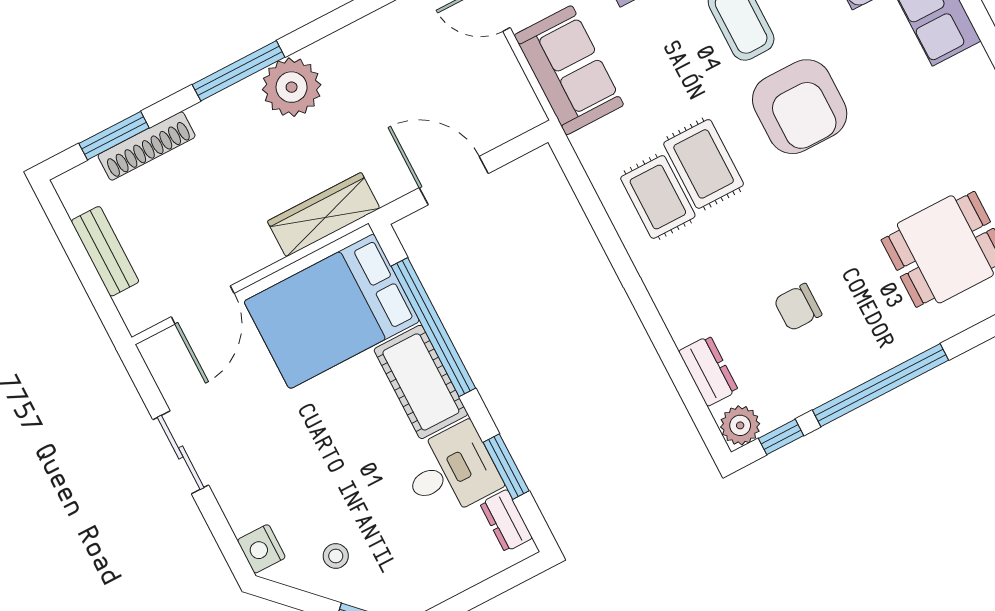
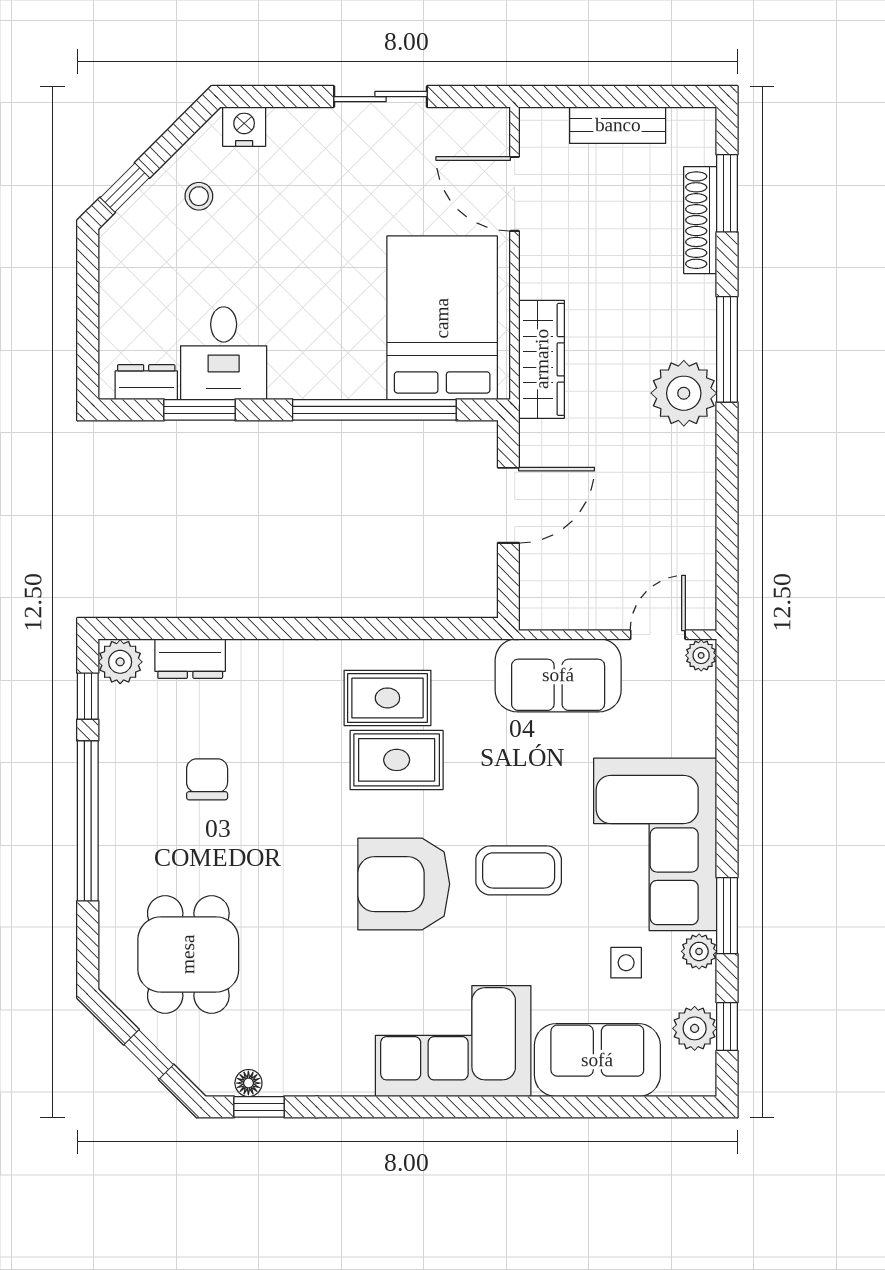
cot: (421, 382) -> (327, 369), removed

